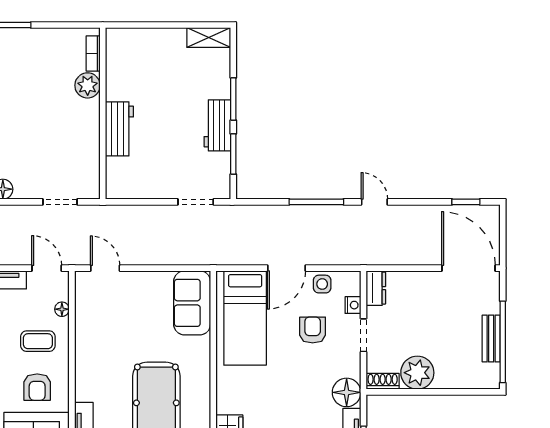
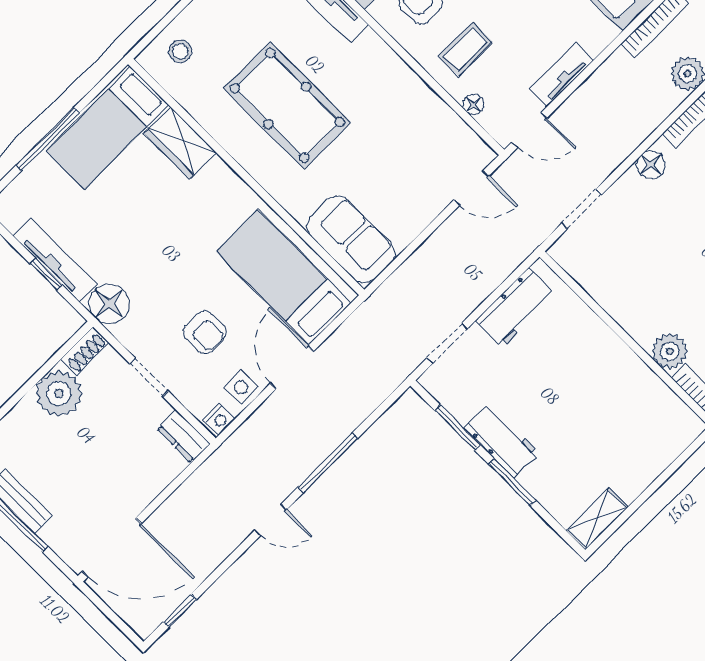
workbench: (119, 129) -> (516, 308), moved, turned -90
nightstand: (353, 305) -> (219, 419), moved, turned -90

